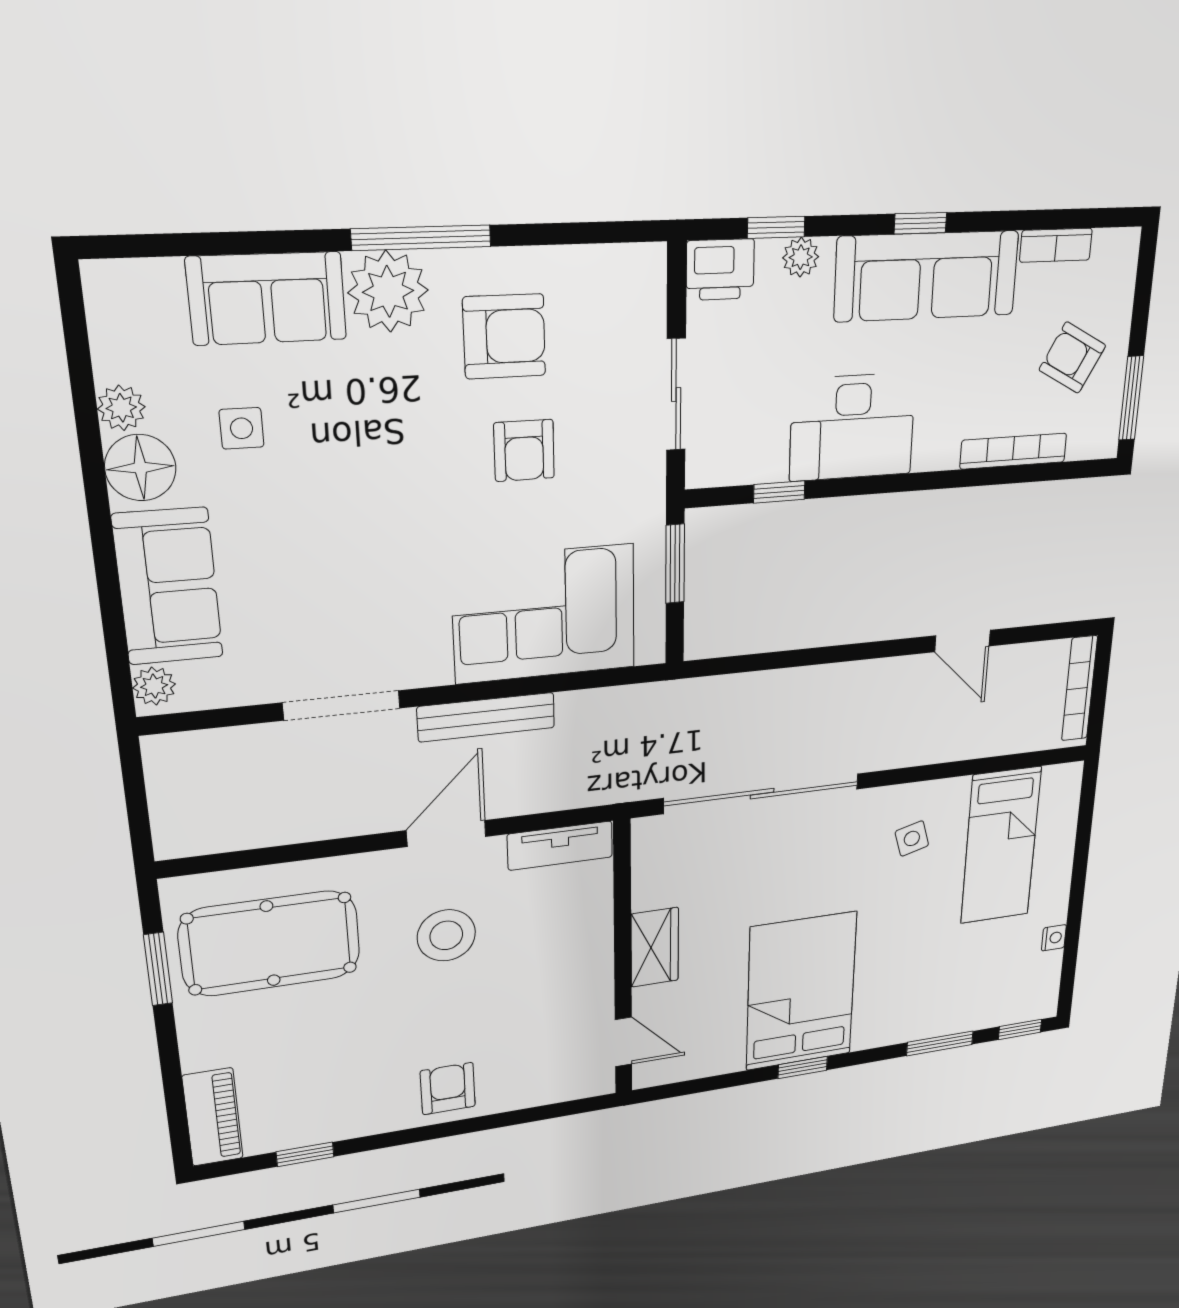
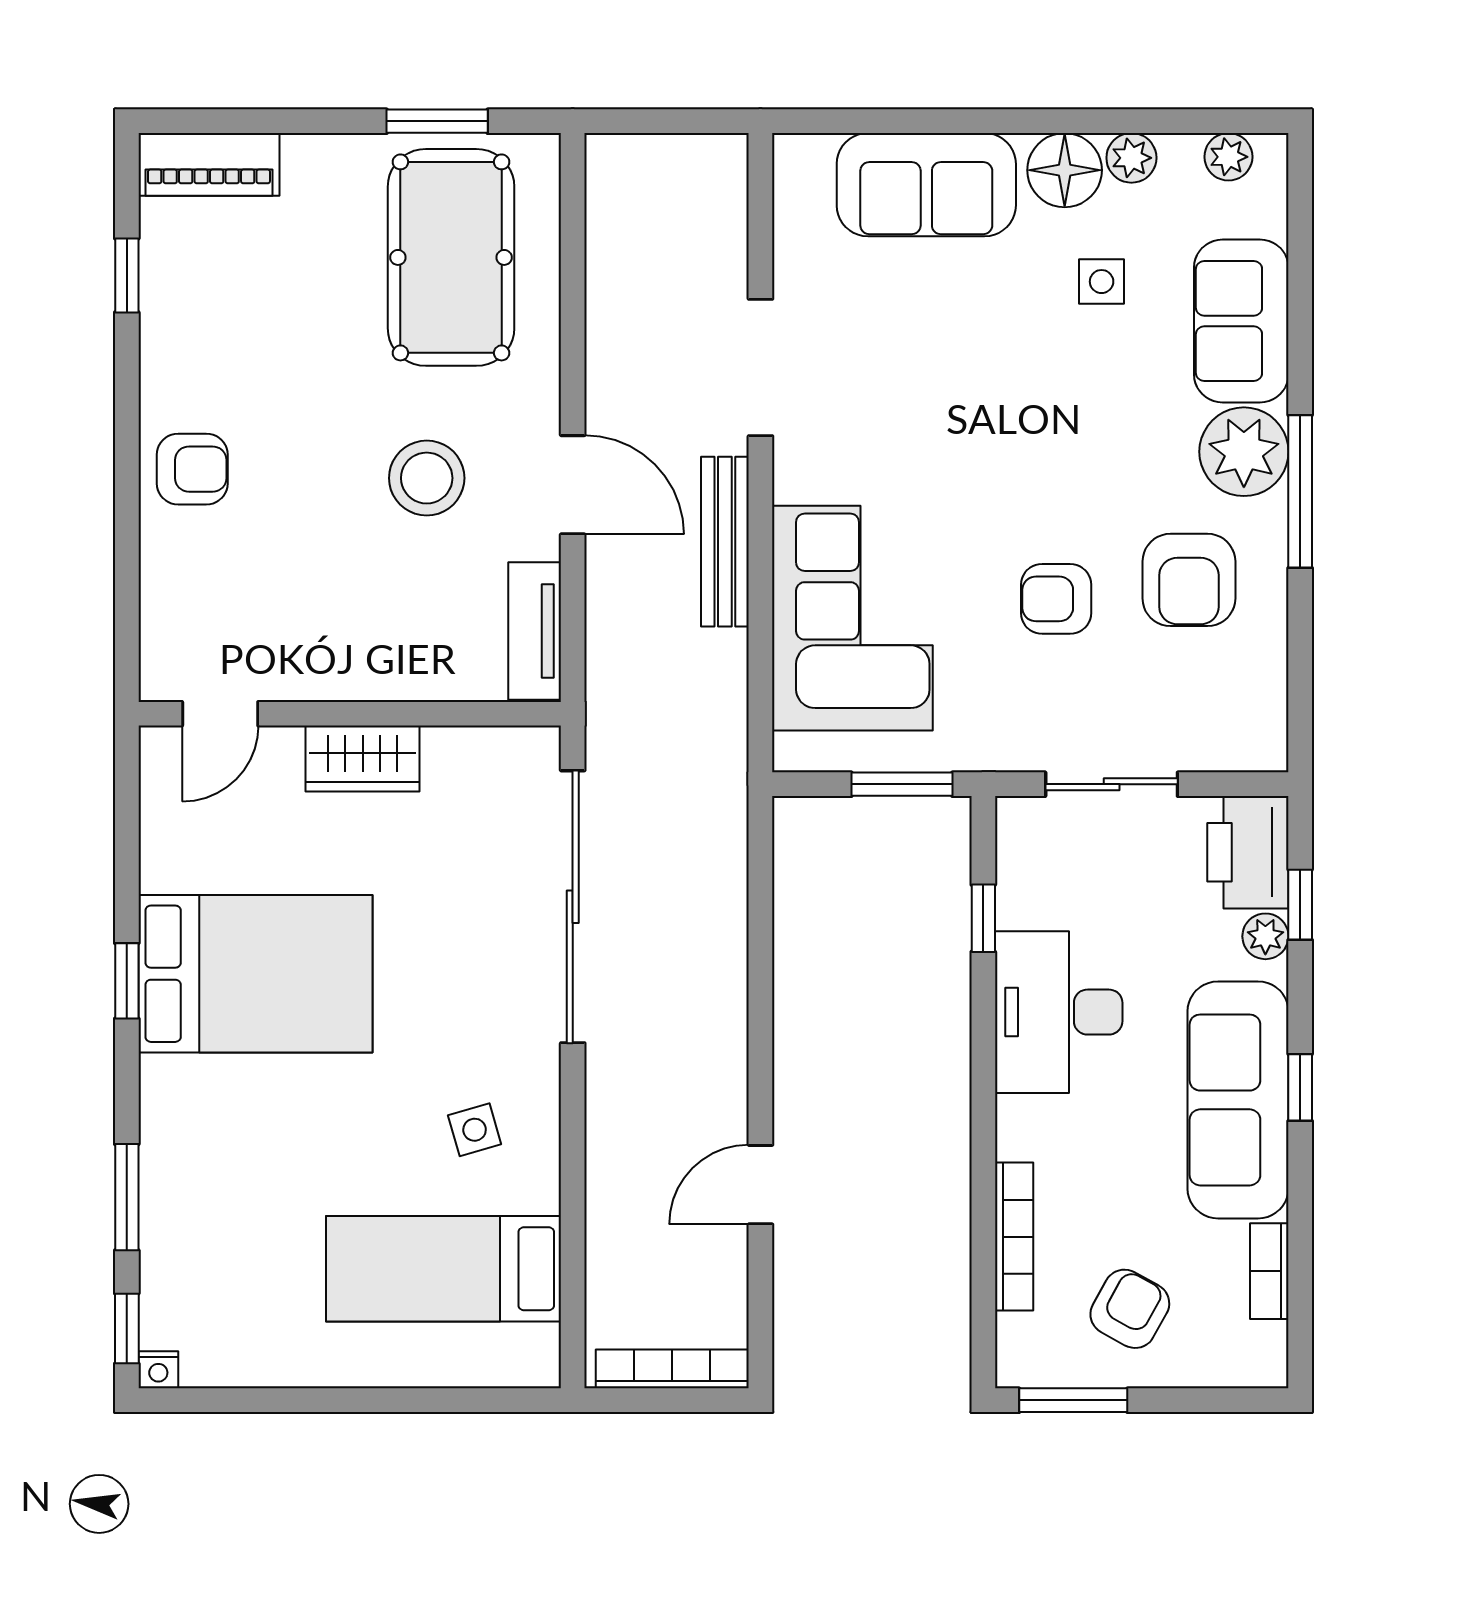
printer: (720, 270) -> (1248, 852), width x1.37, depth x1.19
plant: (154, 686) -> (1228, 157), moved
nightstand: (1054, 938) -> (158, 1370), moved

